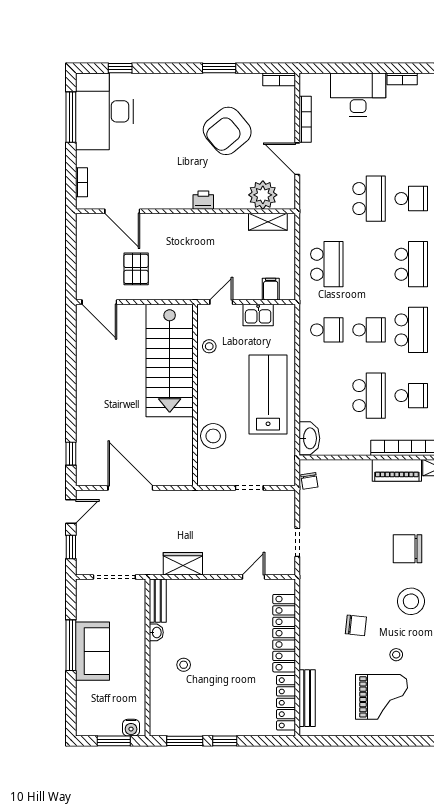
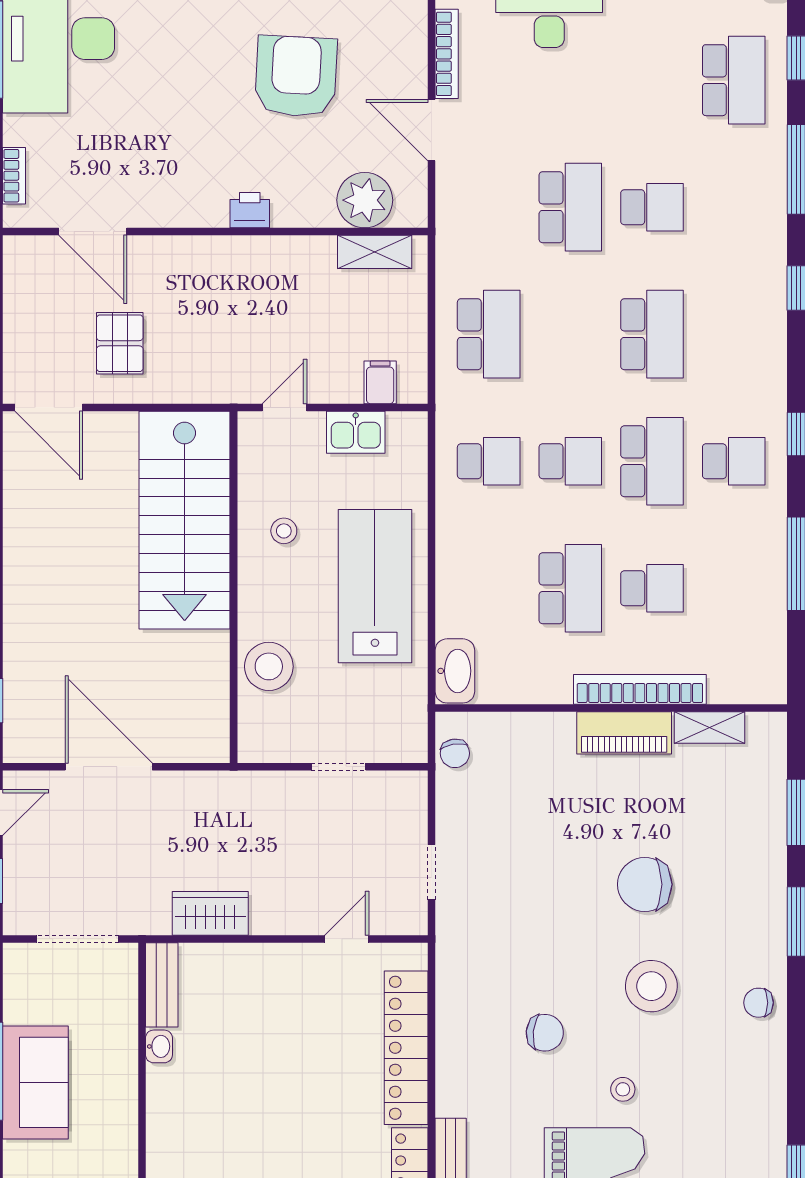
armchair: (227, 131) -> (296, 76), turned 133
stool: (209, 346) -> (284, 531), moved
stool: (184, 665) -> (212, 1109), removed

